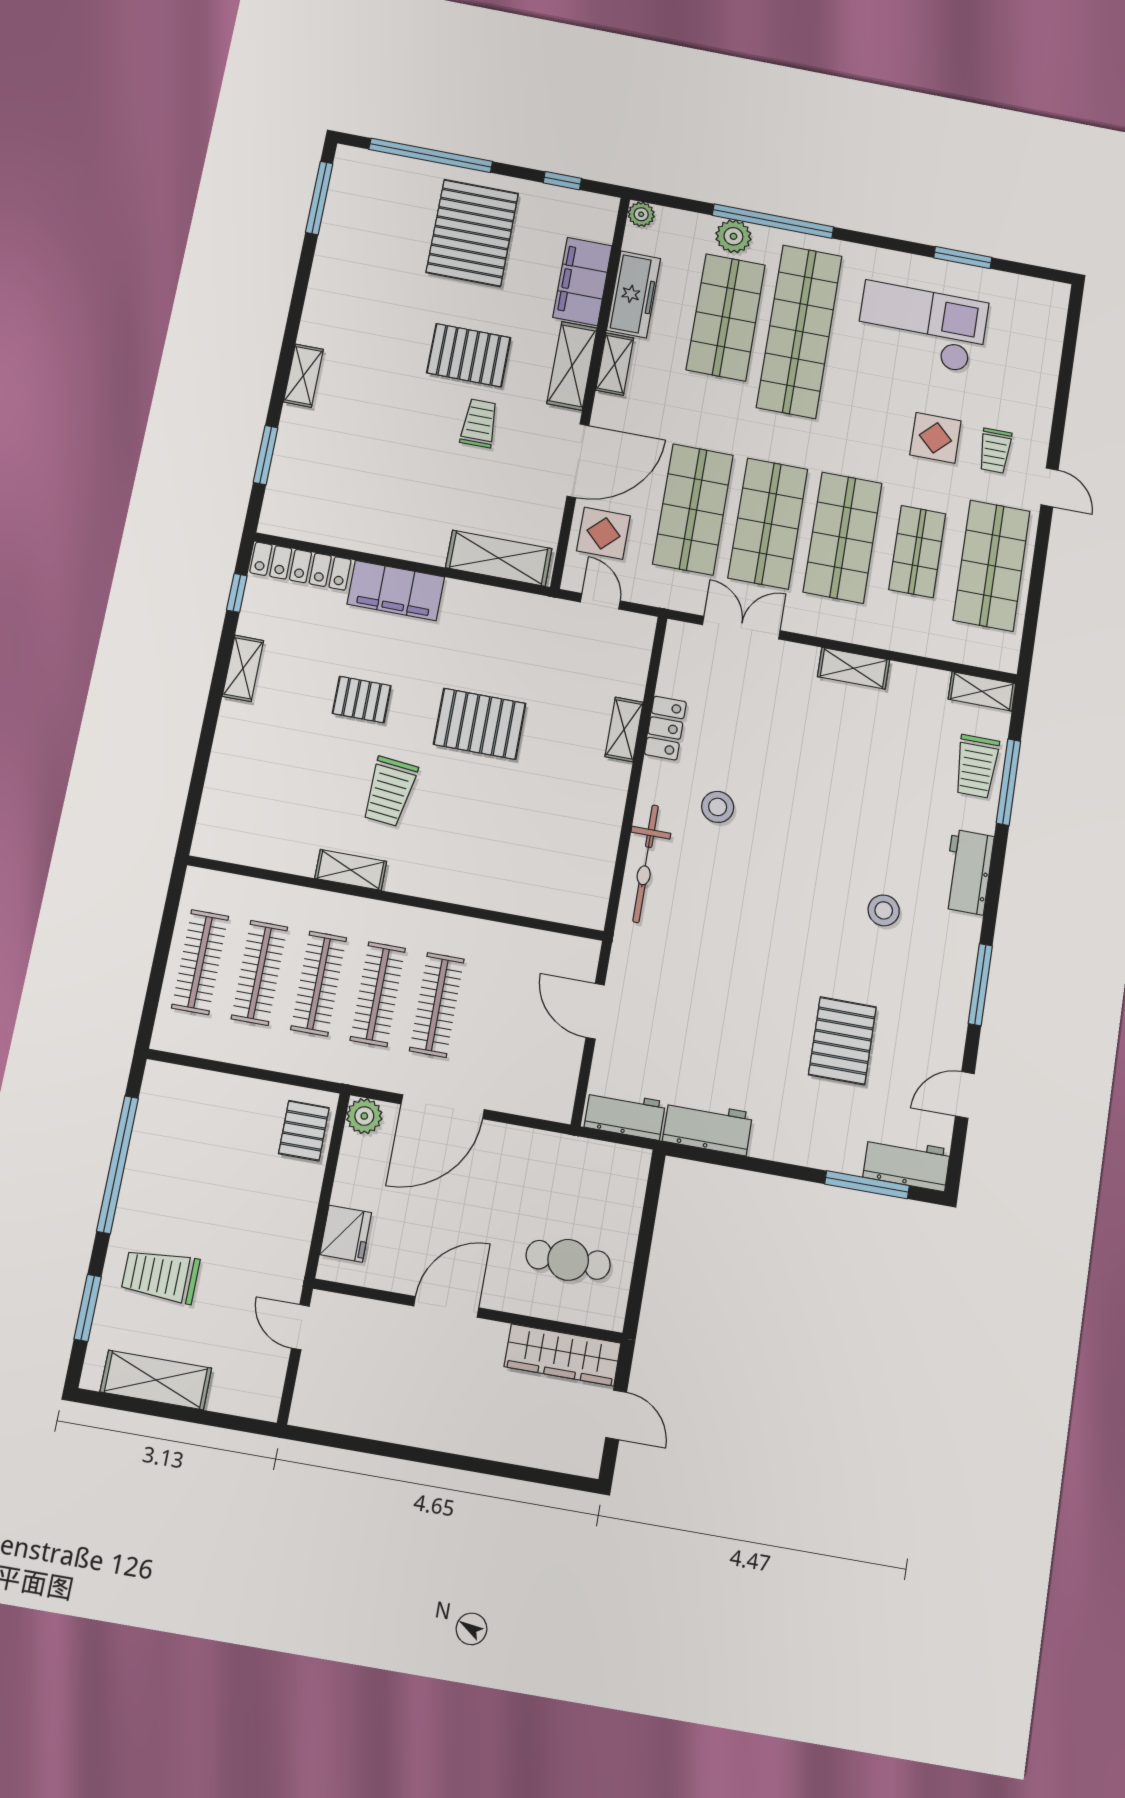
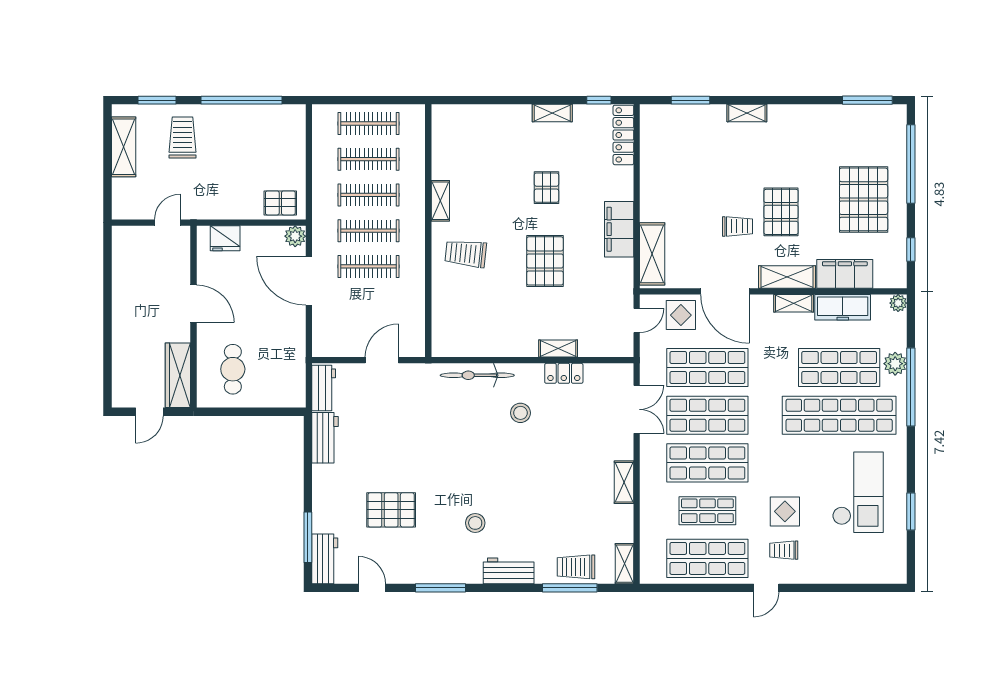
pallet: (472, 233) -> (864, 199), turned 90
filing cabinet: (396, 591) -> (619, 229), moved
trolley: (390, 791) -> (466, 253), moved

